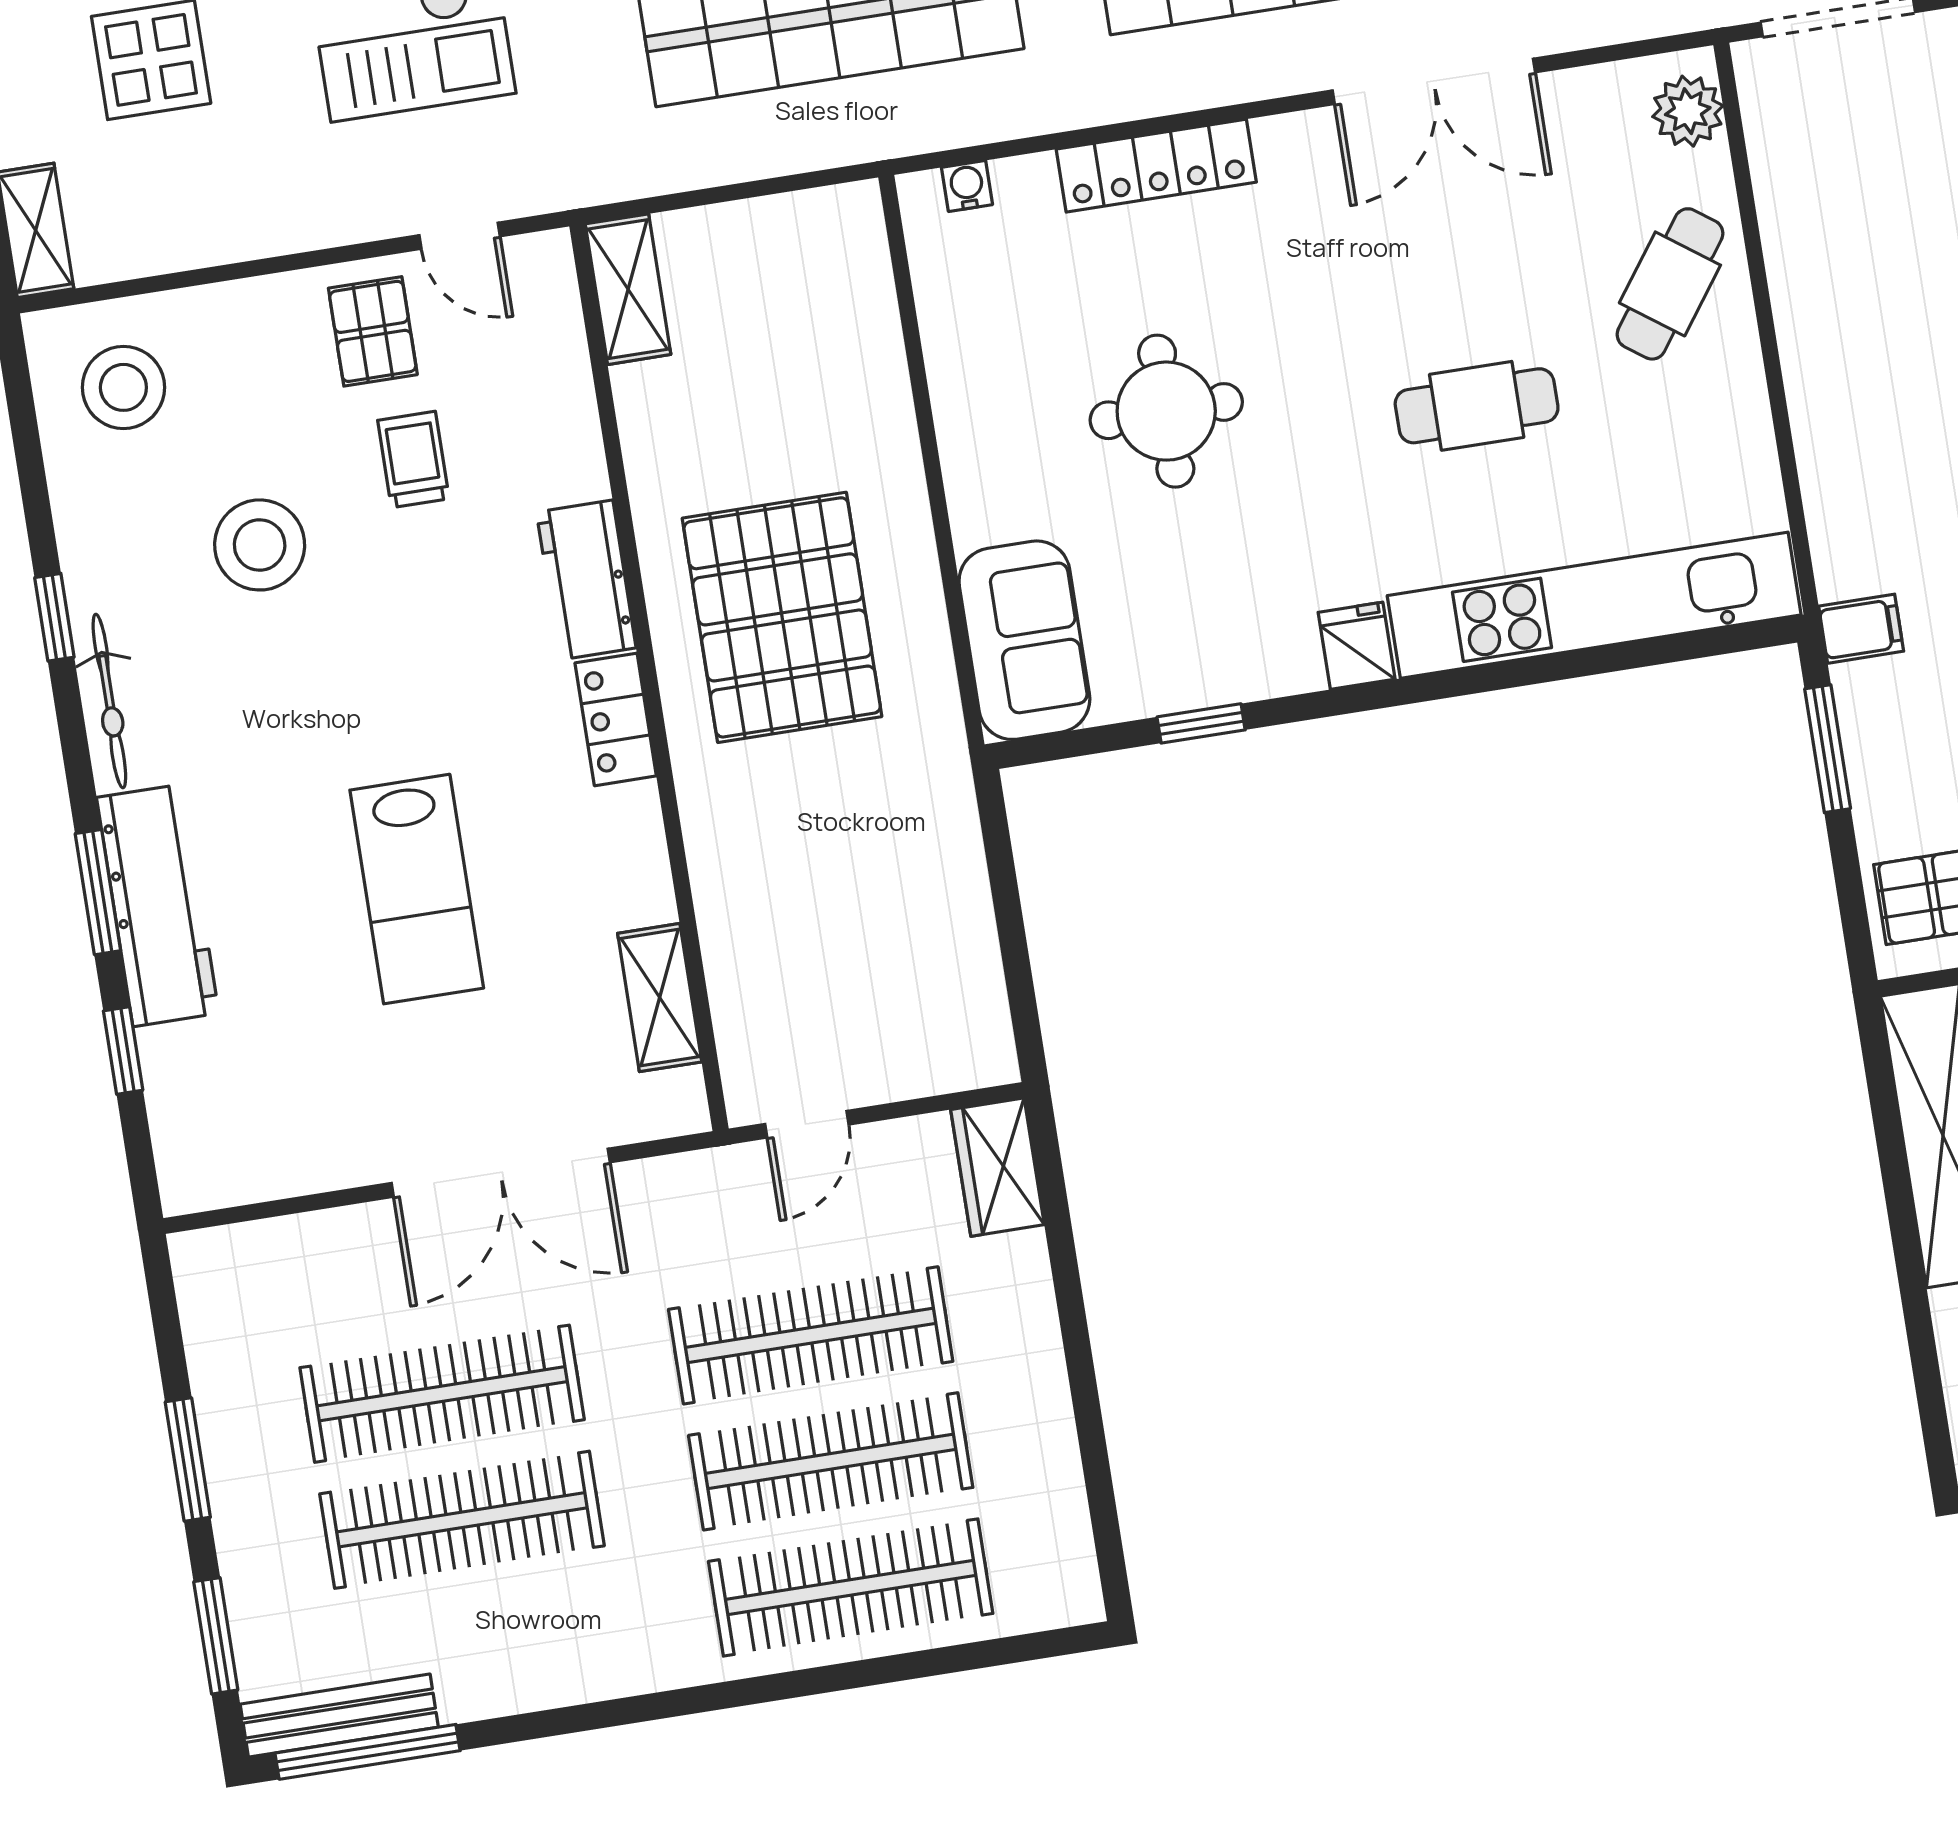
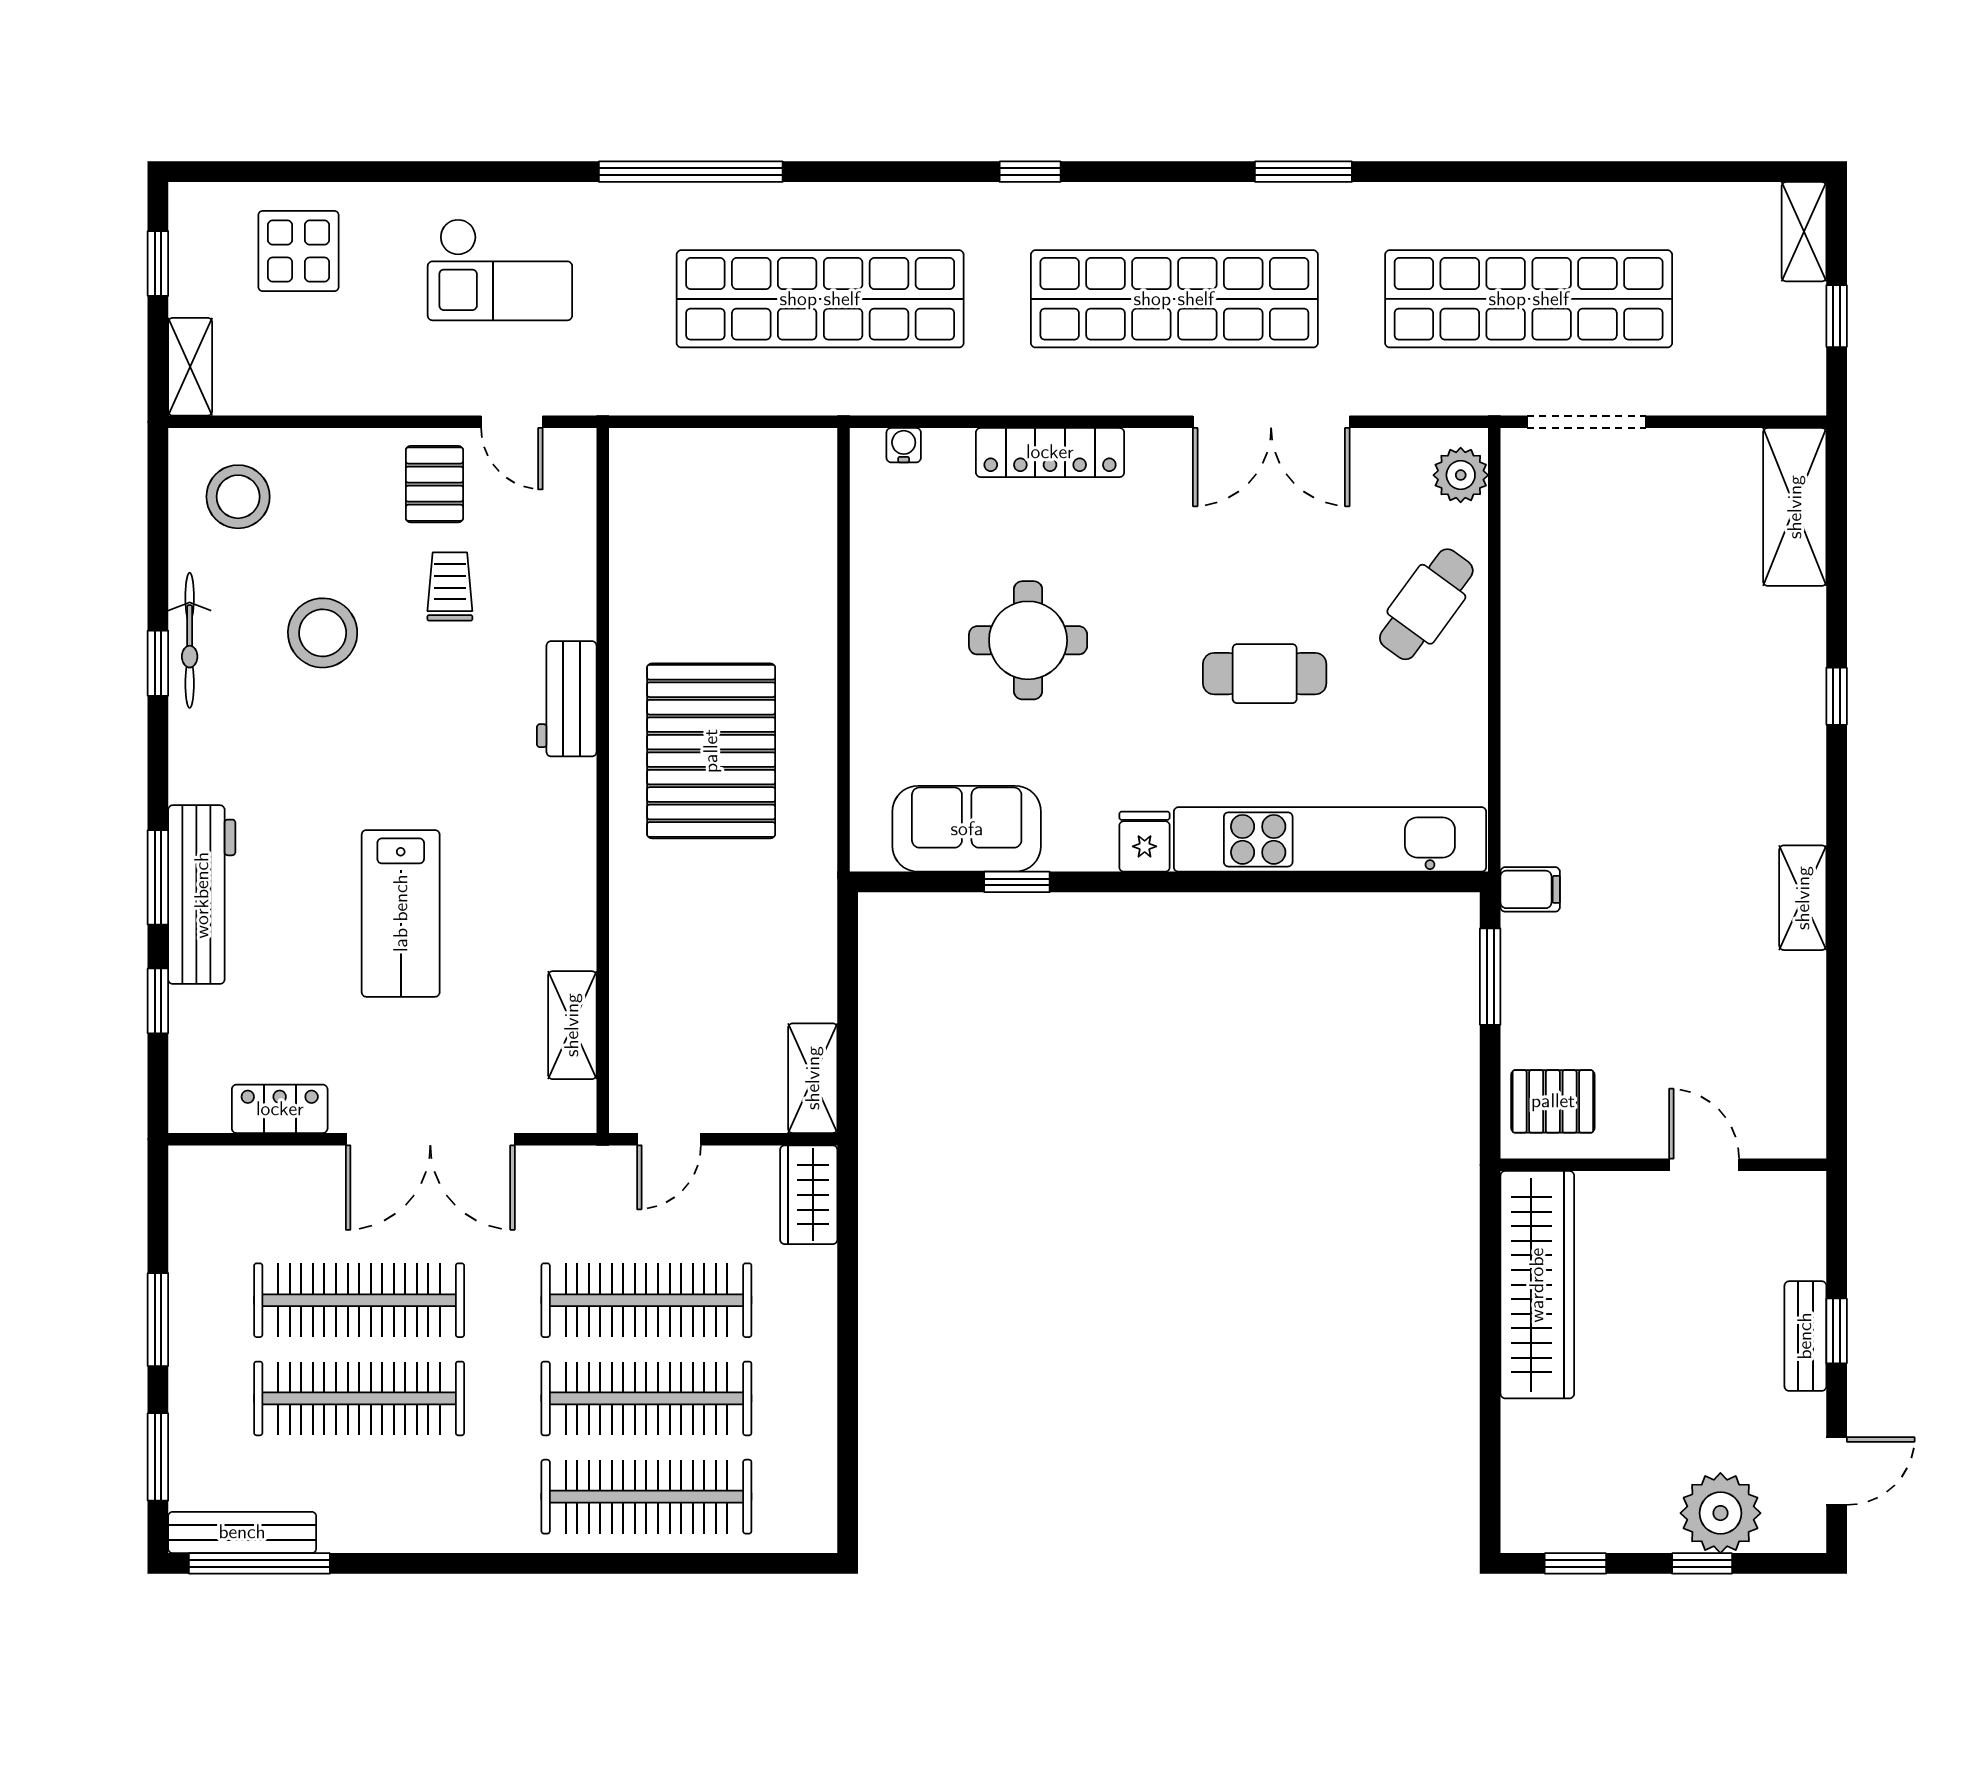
shelving: (628, 289) -> (813, 1078), moved
sofa: (1024, 640) -> (967, 829), moved, turned -90
bicycle: (109, 701) -> (190, 640), moved
locker: (616, 719) -> (280, 1109), moved, turned 90

